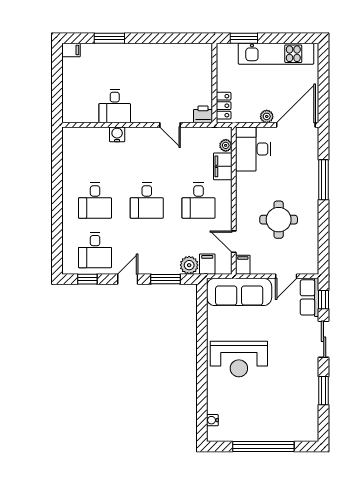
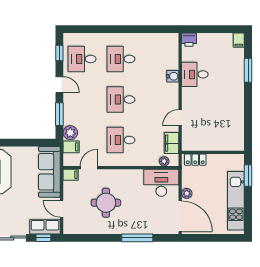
printer: (203, 114) -> (189, 40), moved, turned 90
filing cabinet: (223, 166) -> (172, 143), moved, turned -90

